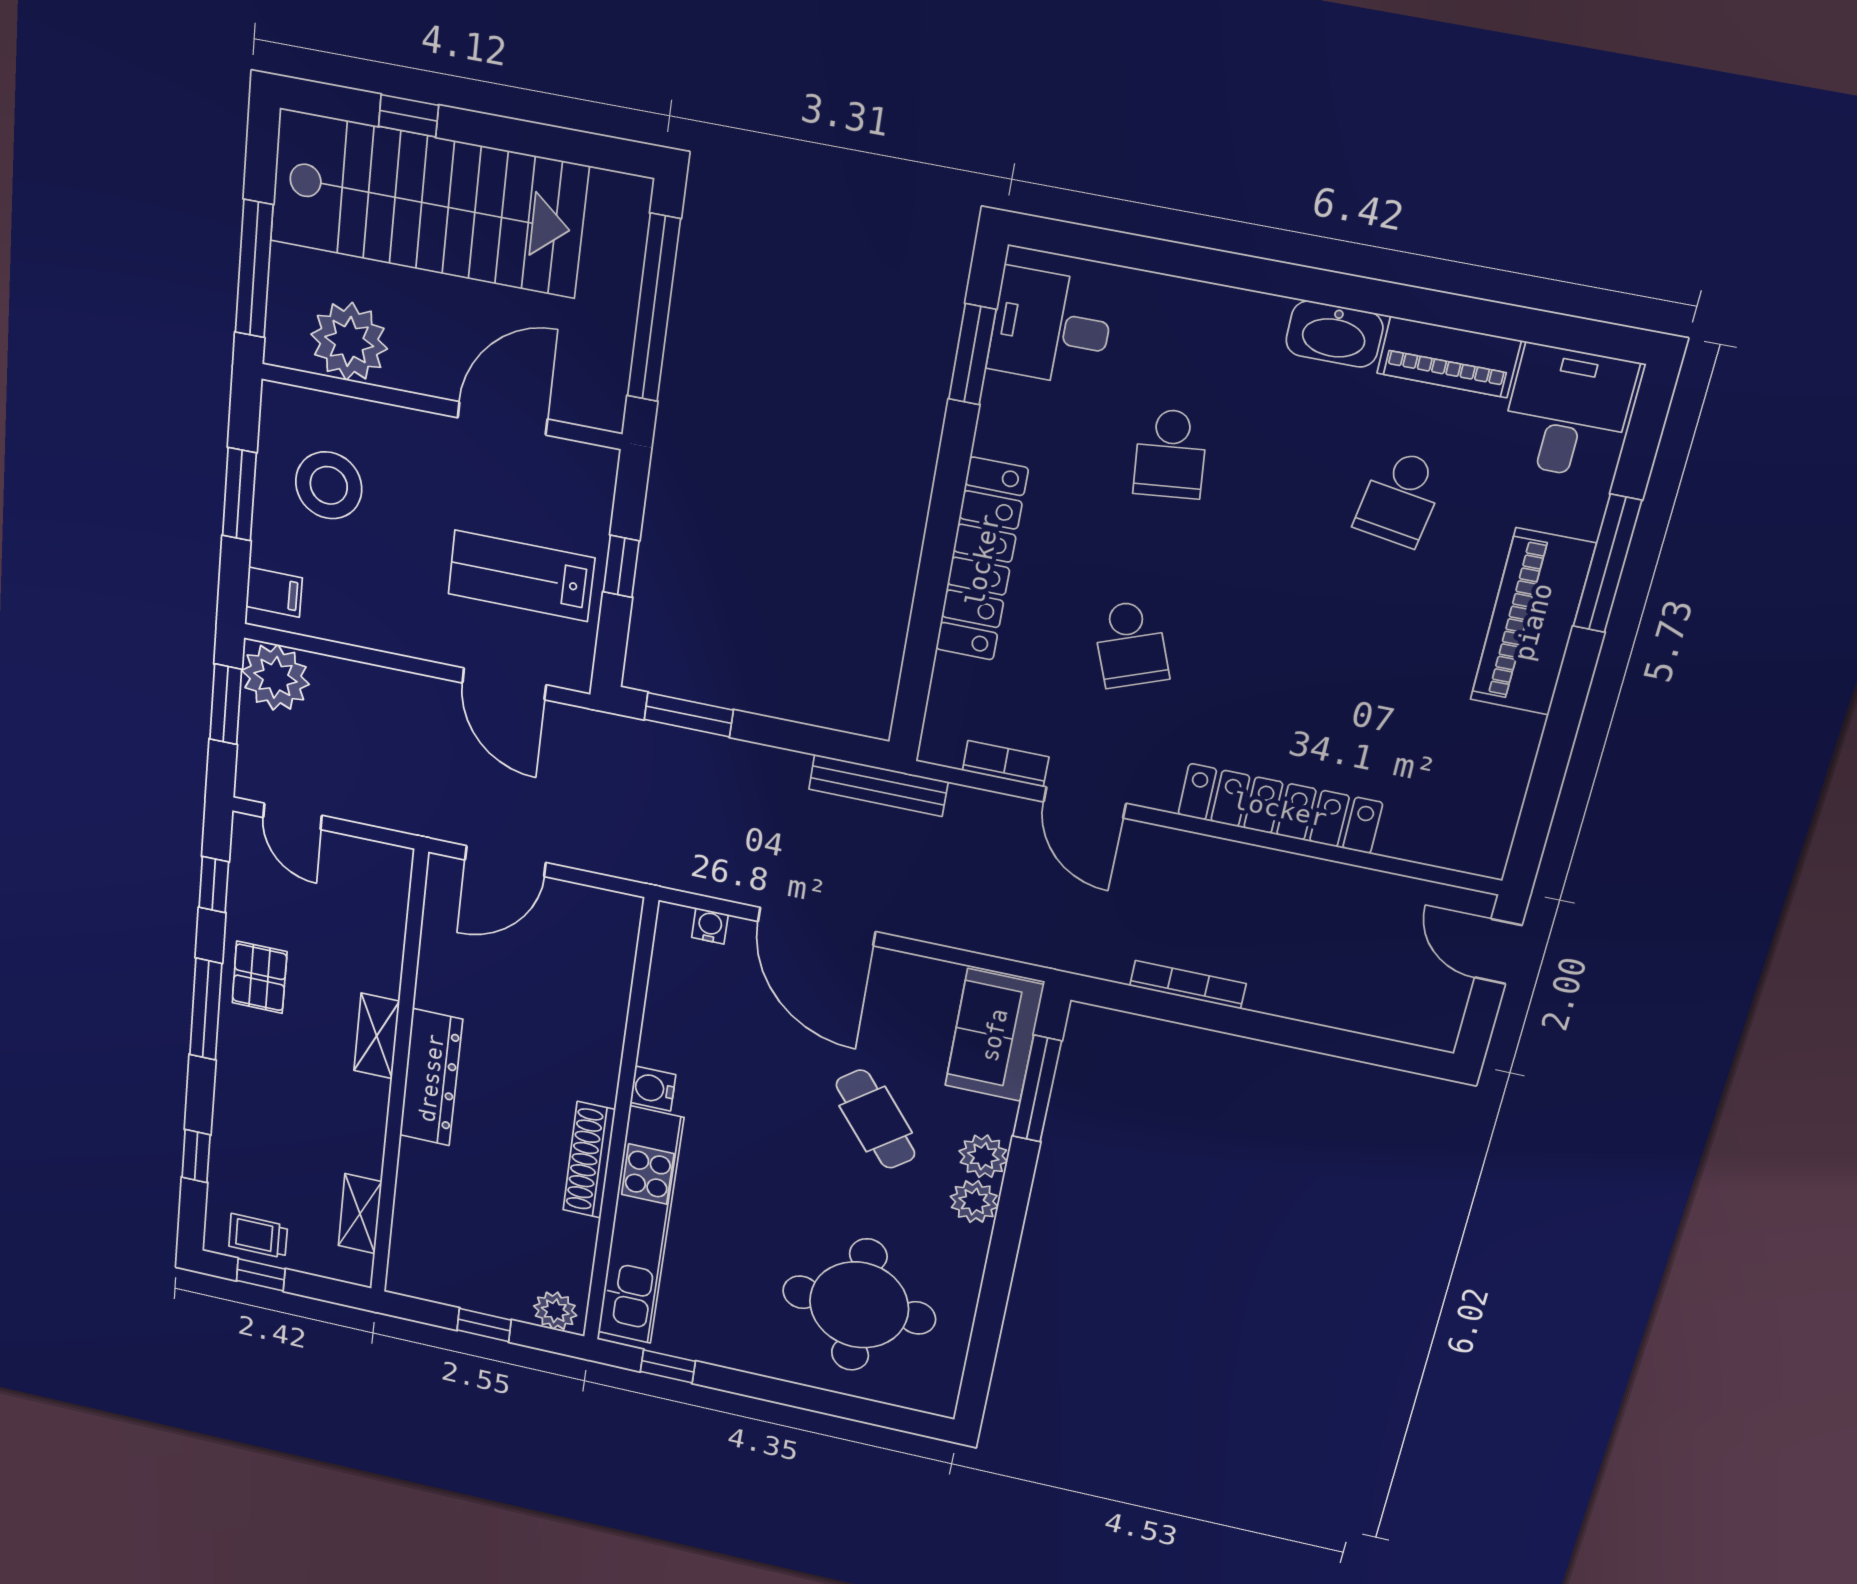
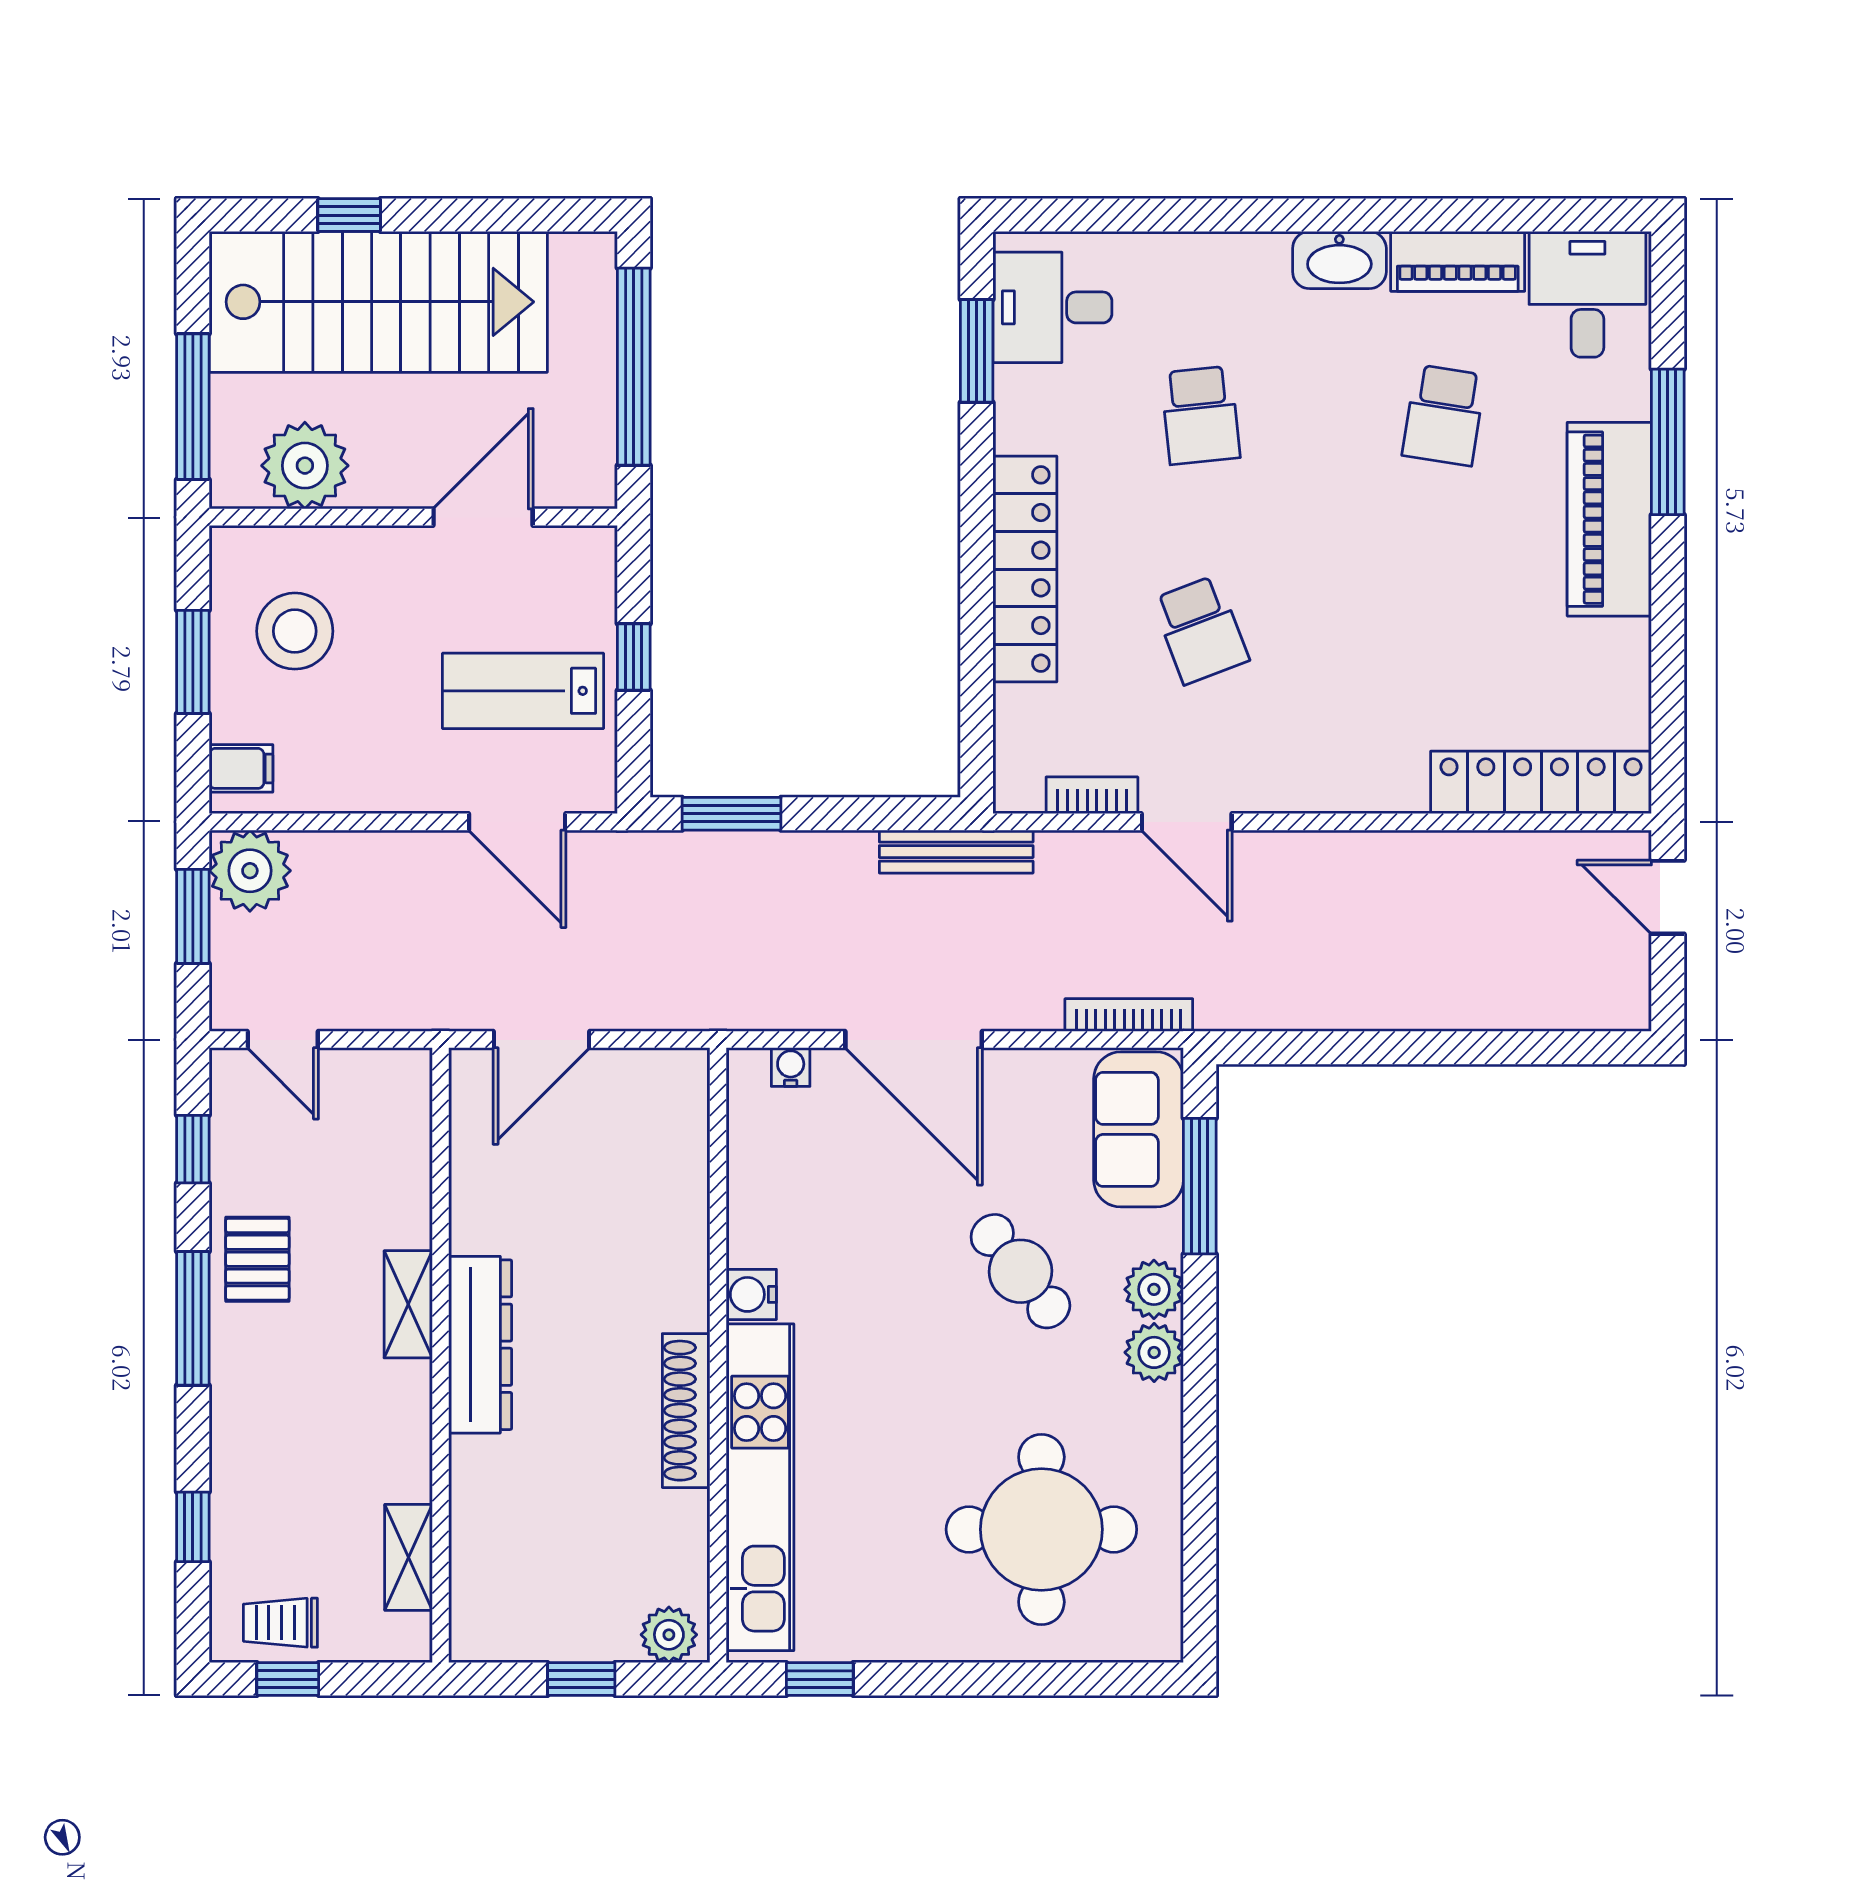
locker: (1280, 809) -> (1541, 782), moved
bookcase: (1188, 985) -> (1129, 1015), moved

